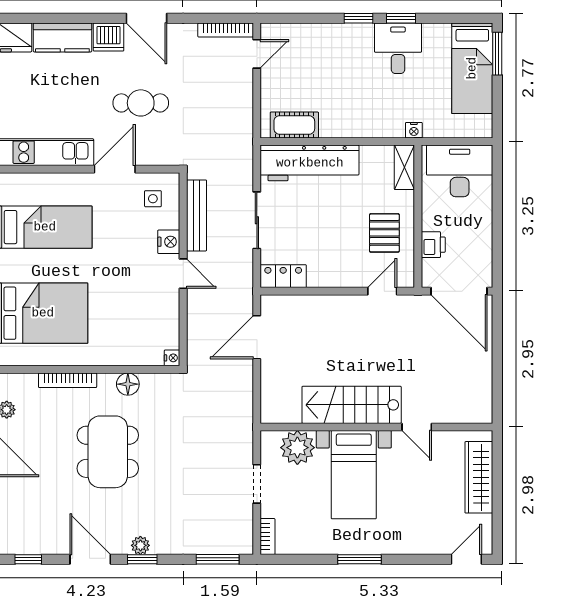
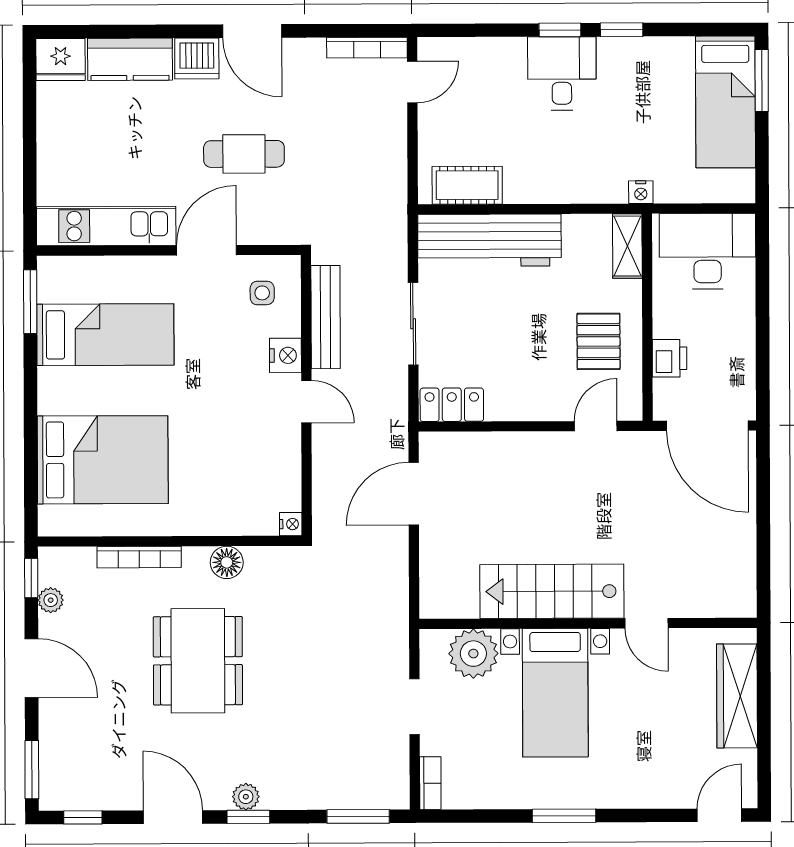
desk: (398, 48) -> (562, 73), moved

